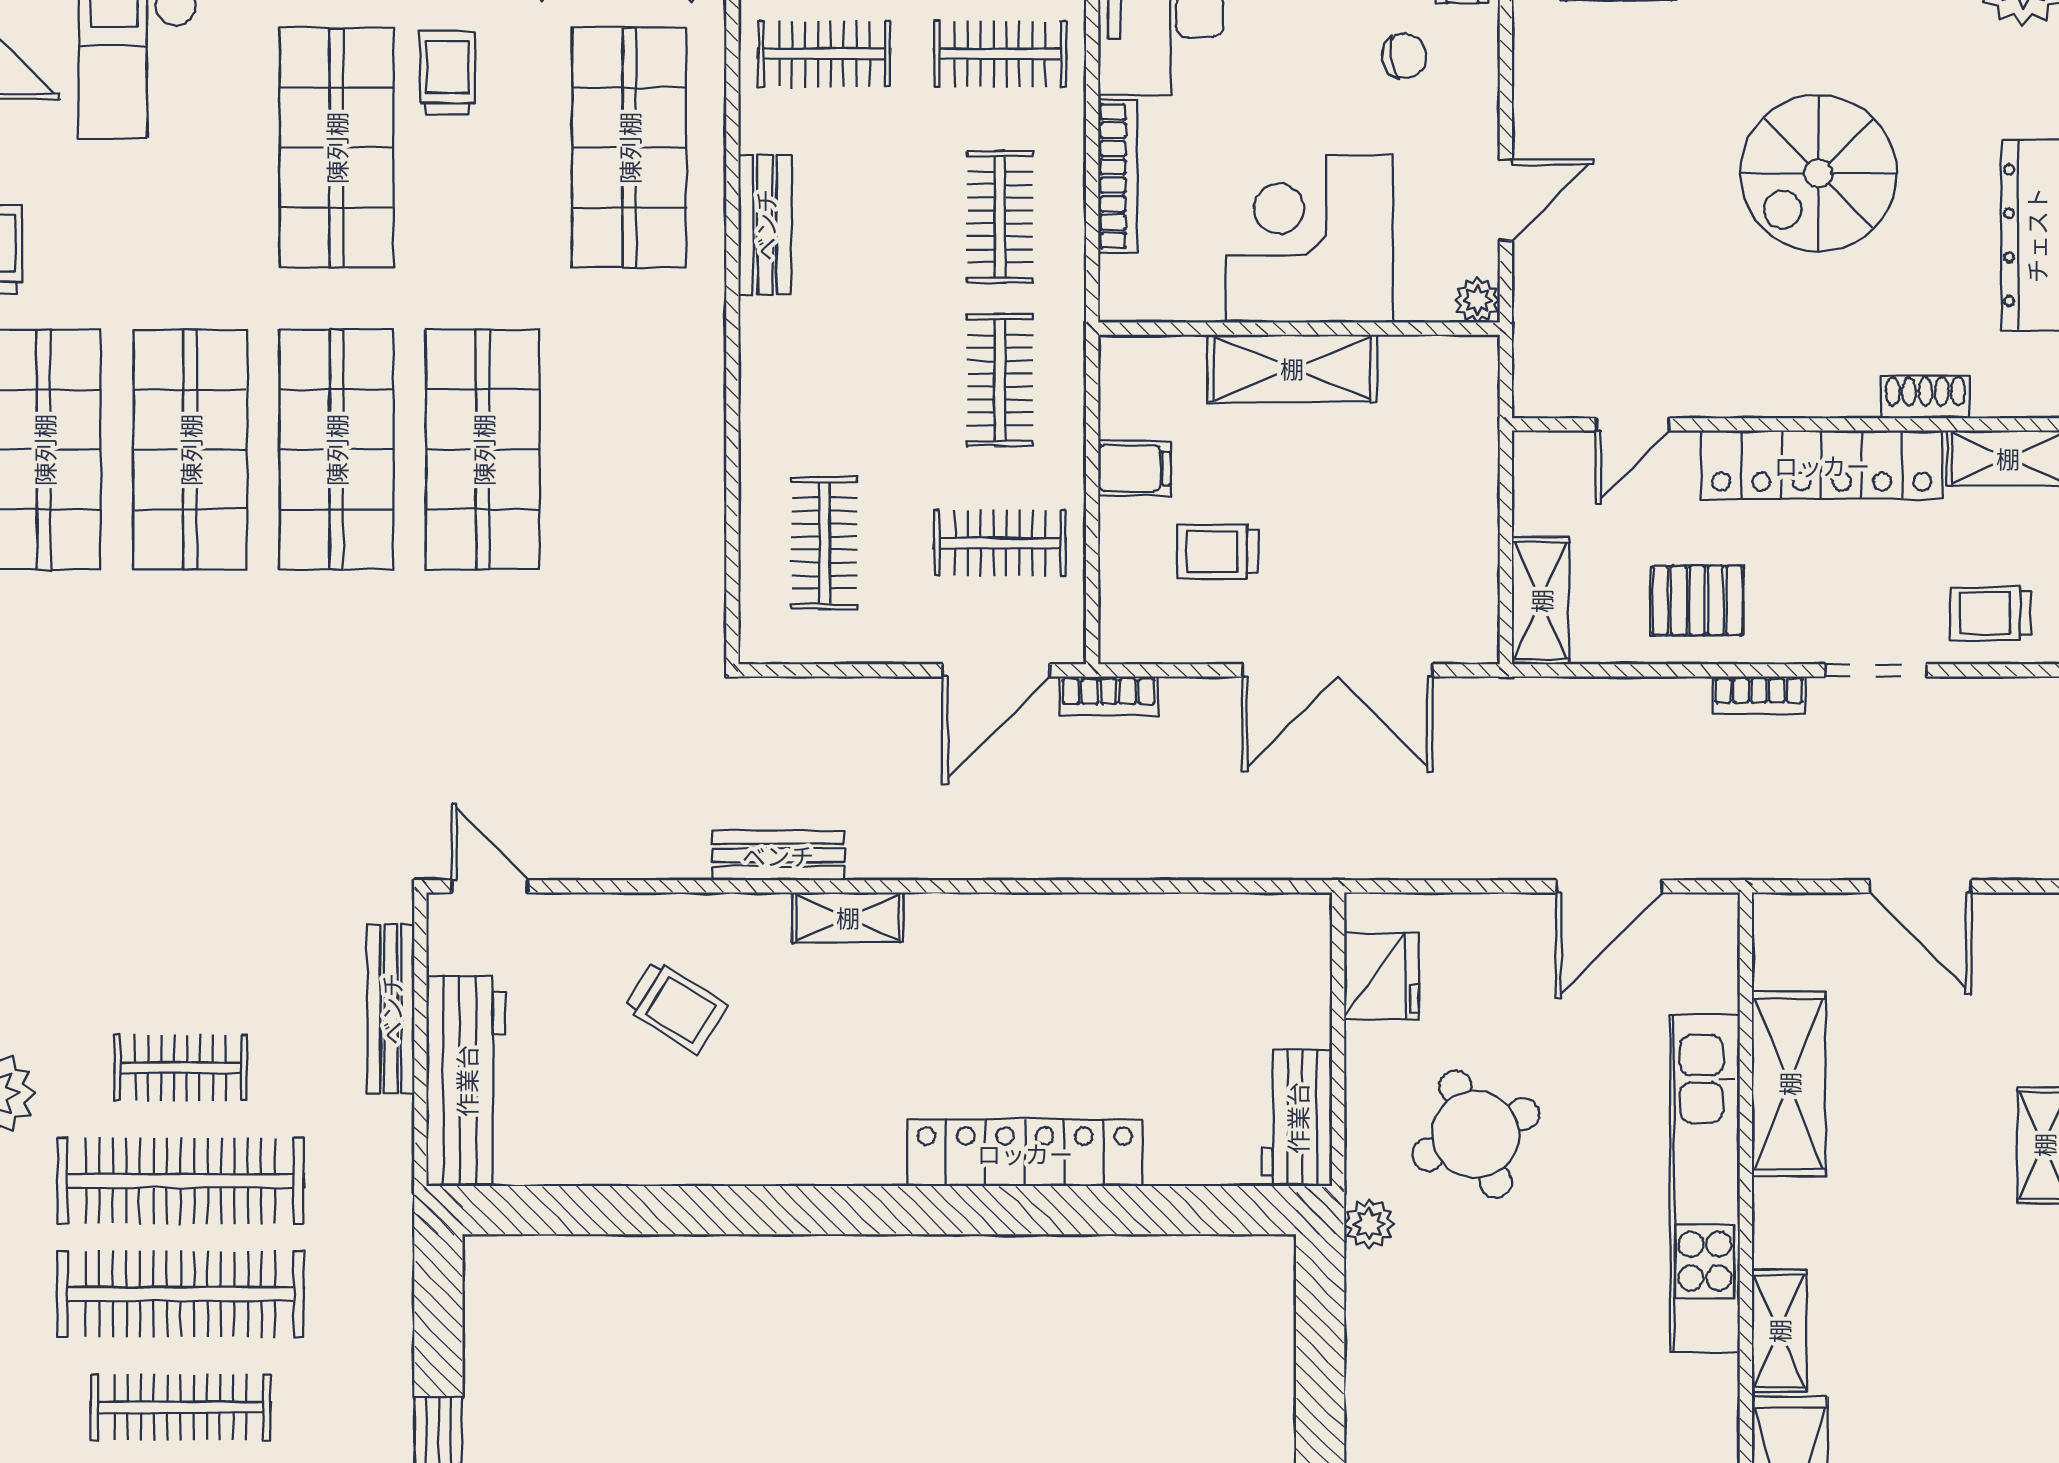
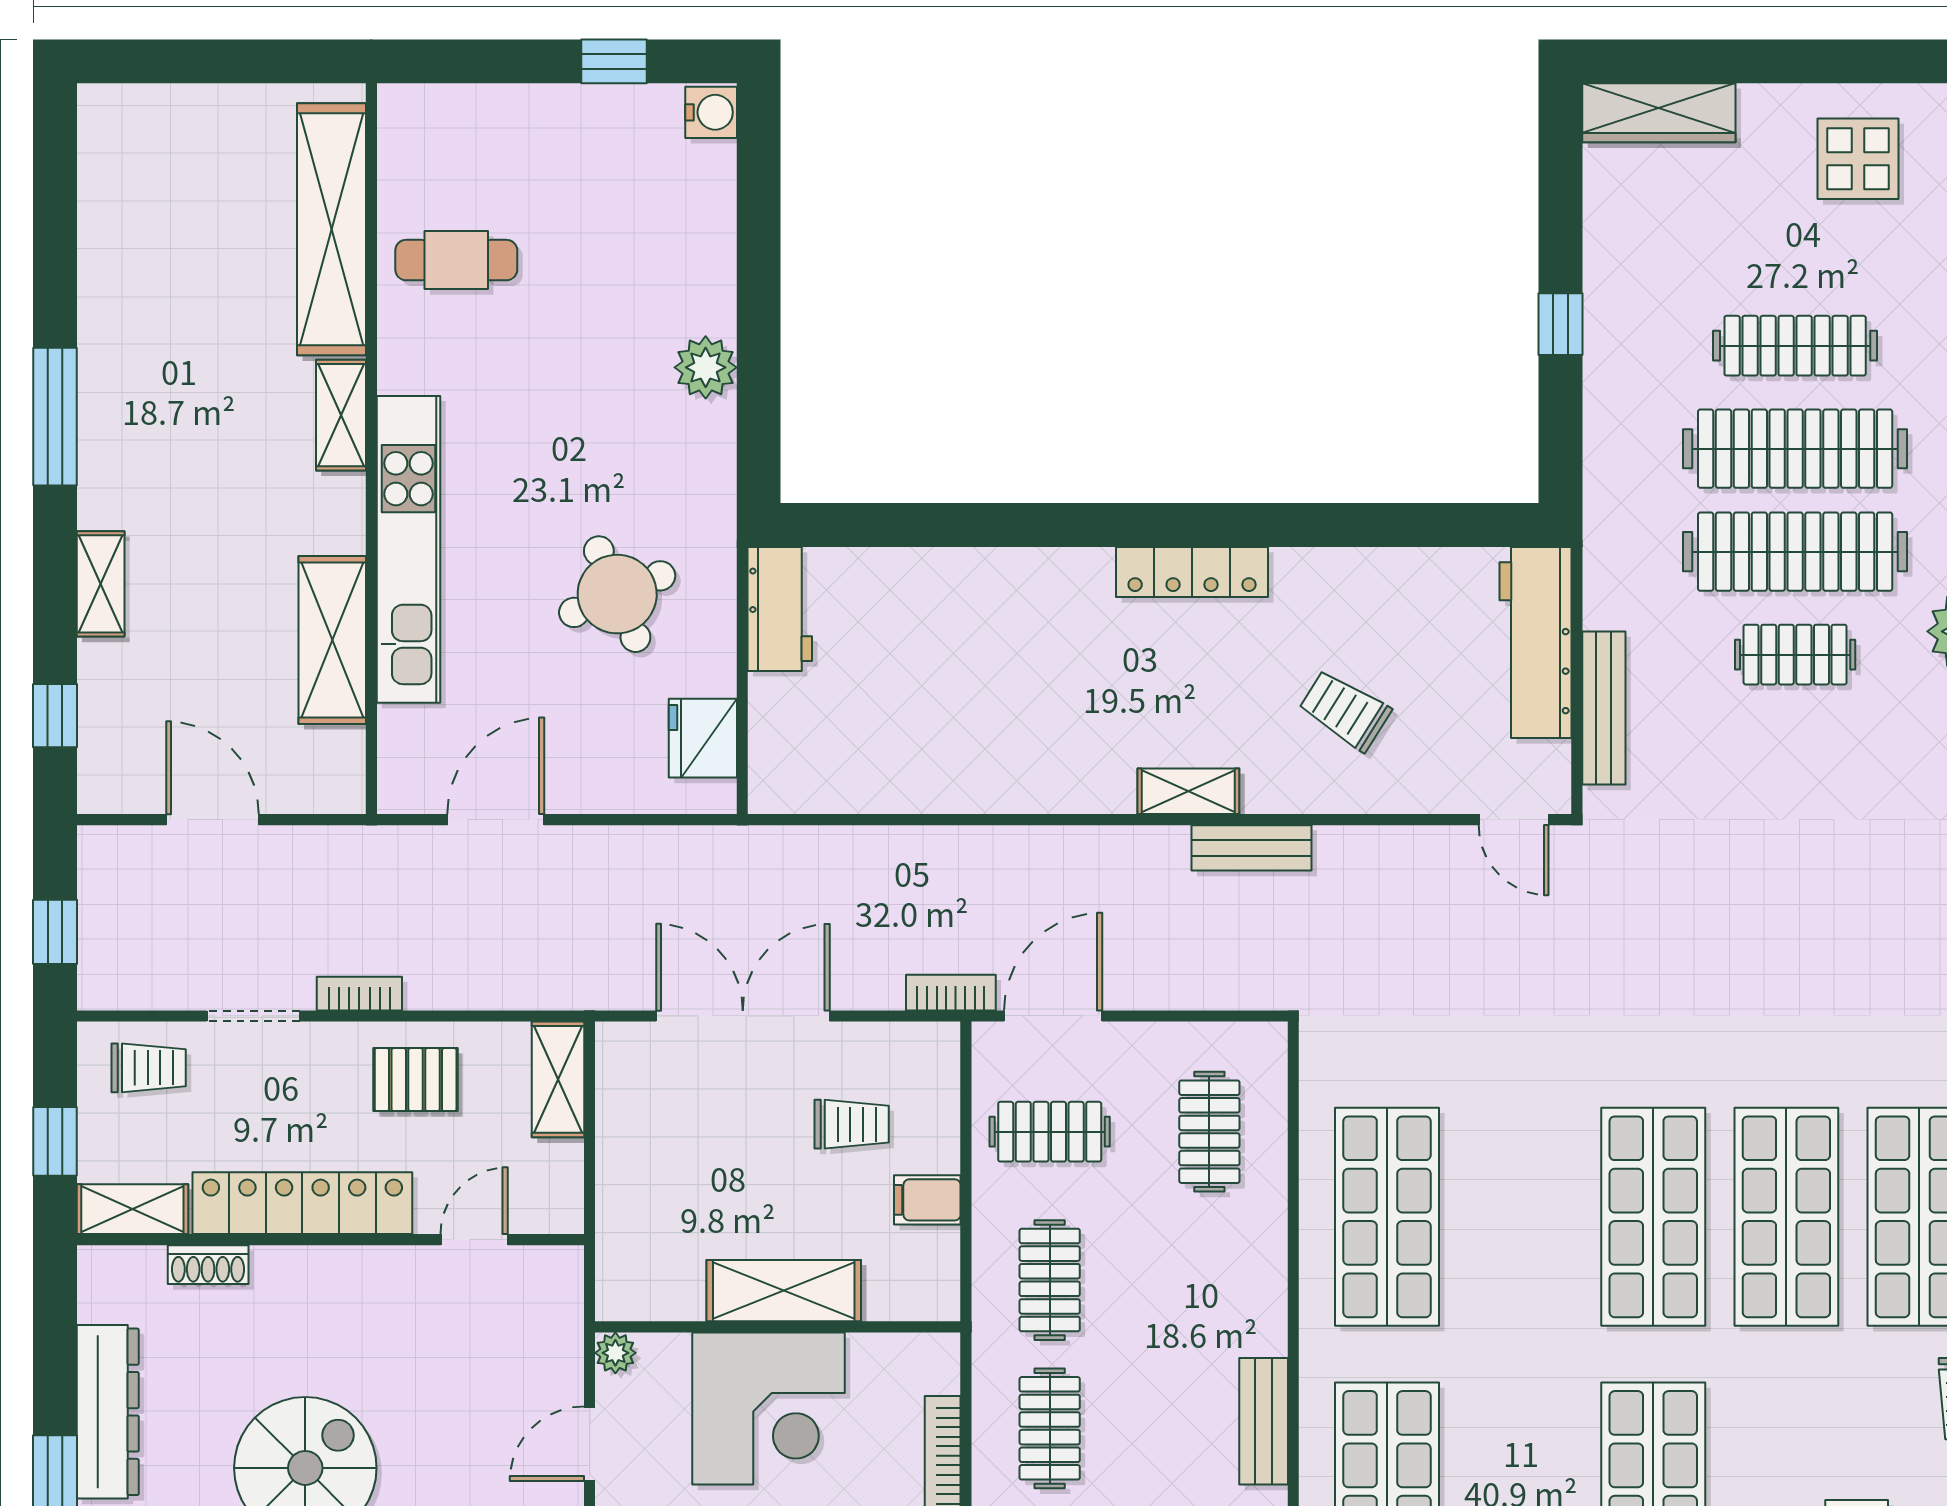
shop shelf: (483, 450) -> (1387, 1217), moved
locker: (1025, 1153) -> (1192, 572), moved, width x0.71, depth x0.83
plant: (1369, 1224) -> (706, 367), moved, width x1.38, depth x1.38

